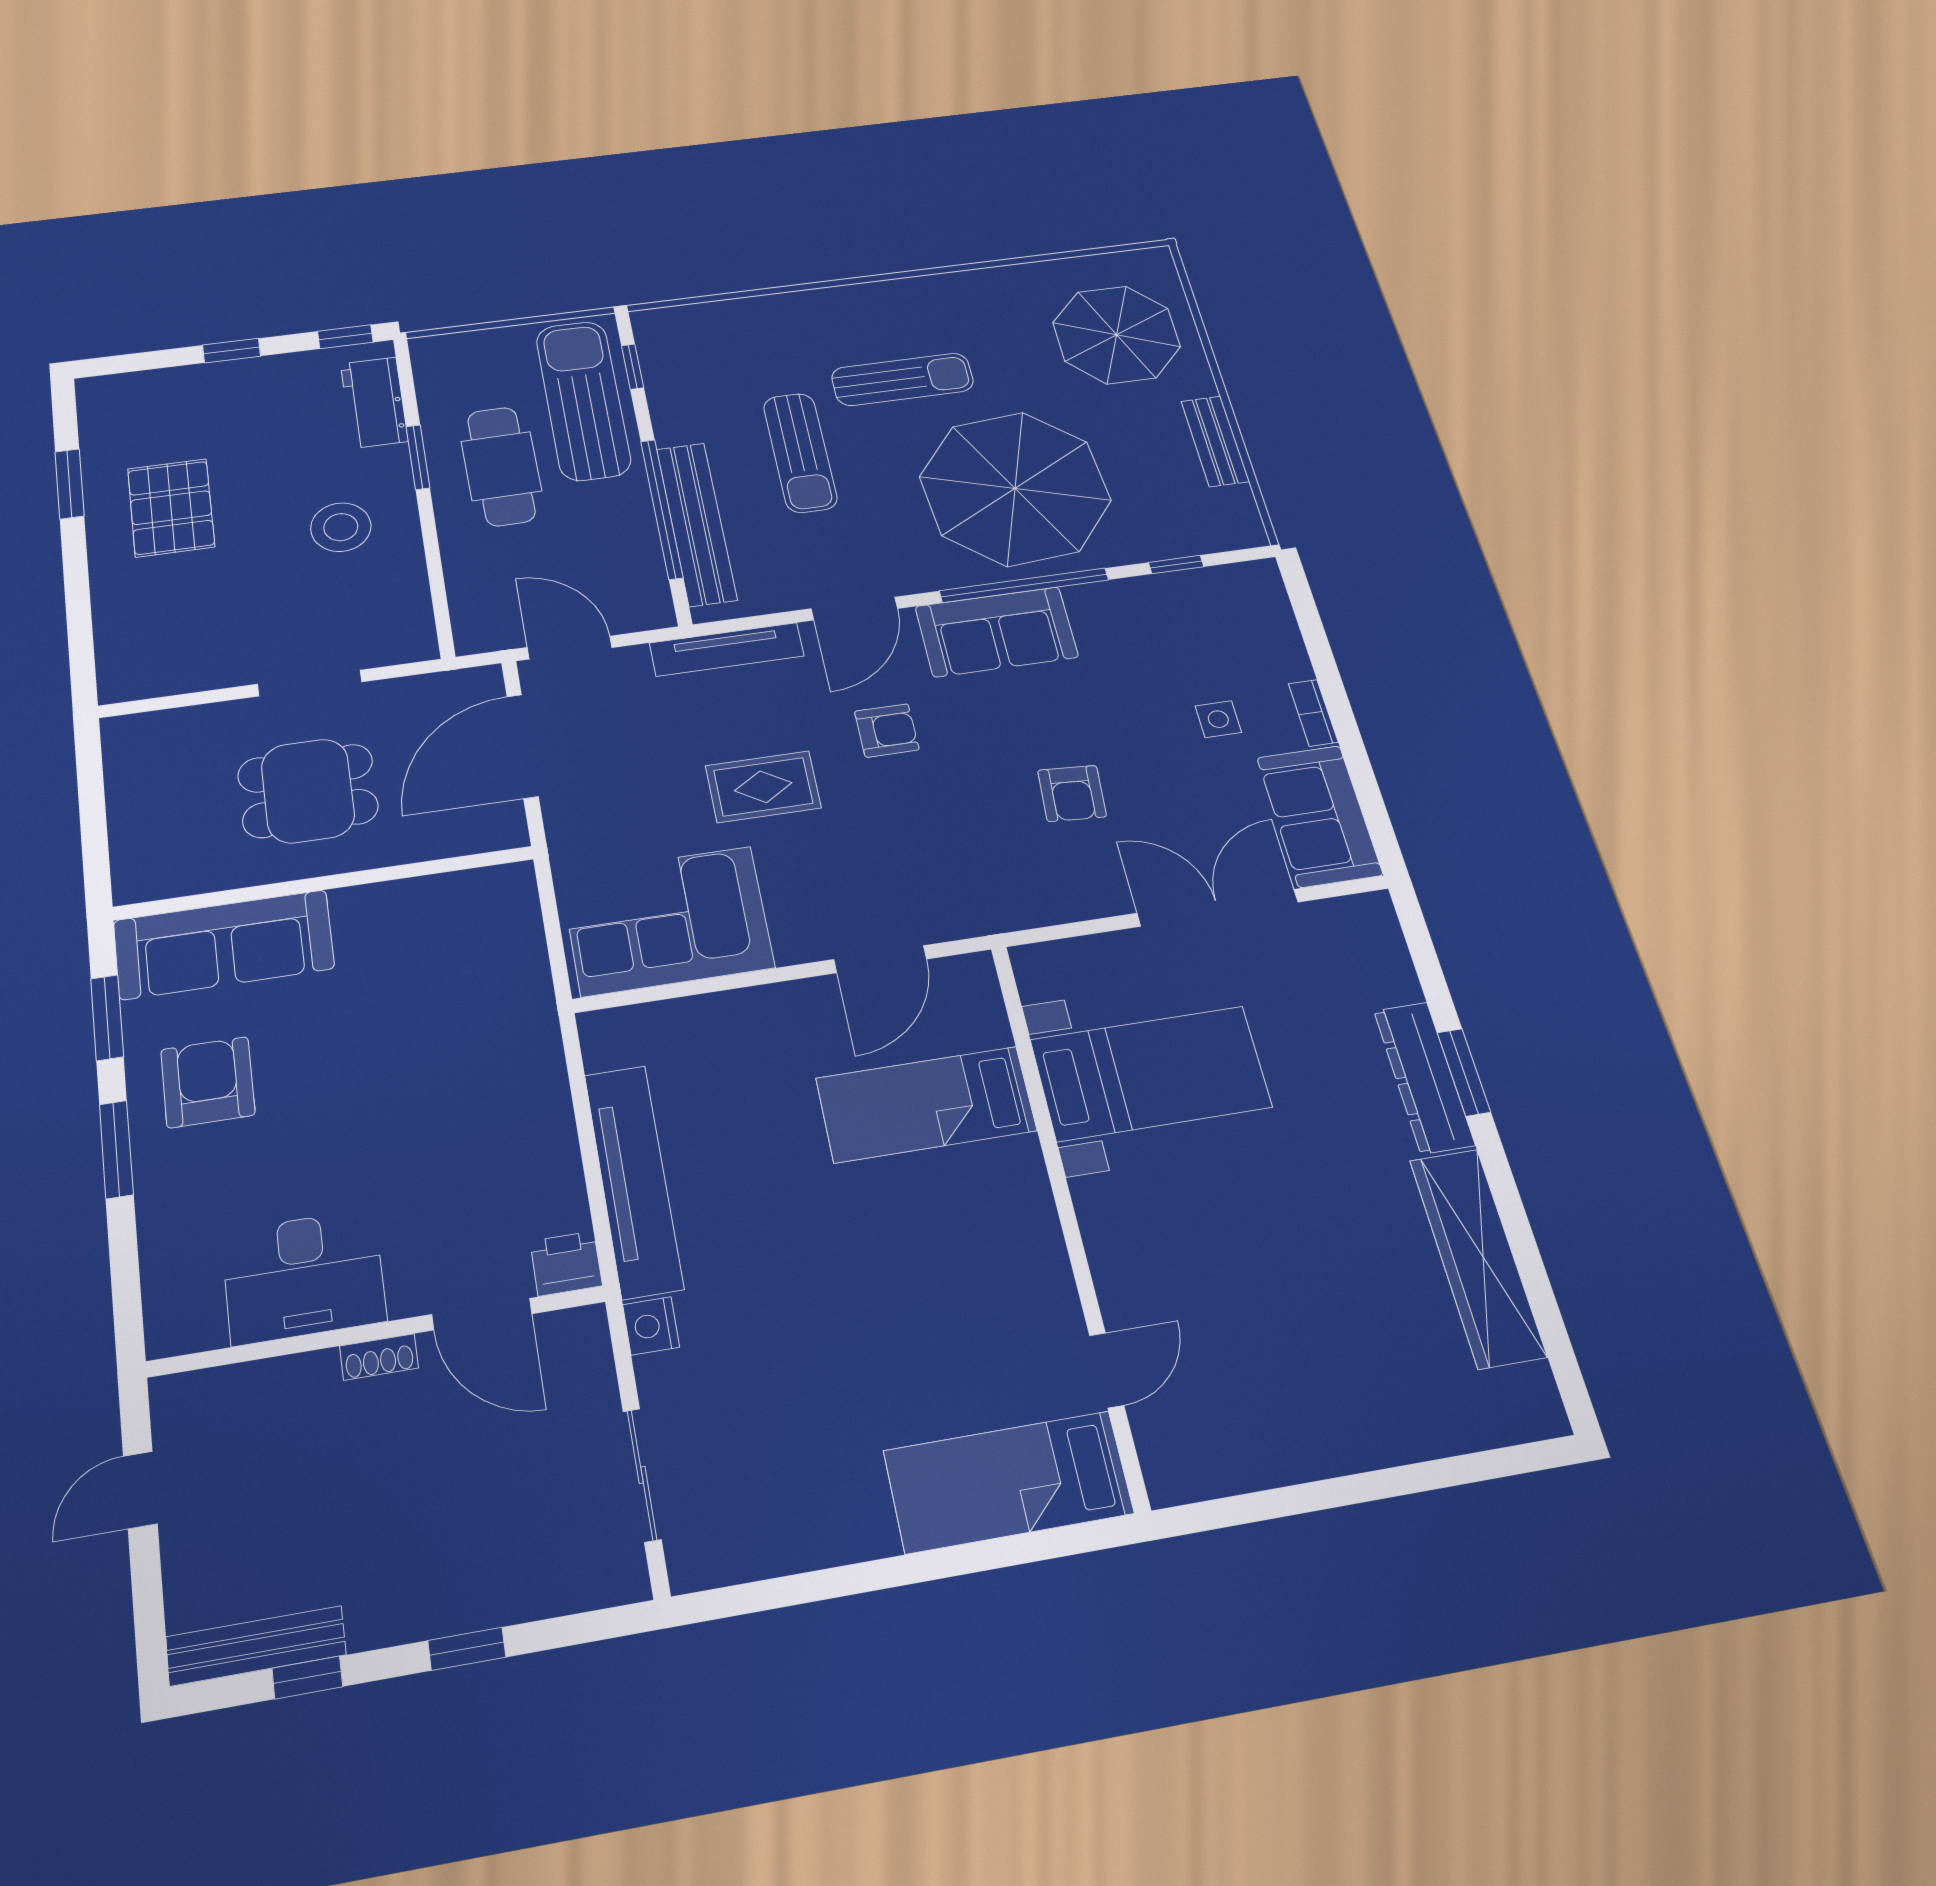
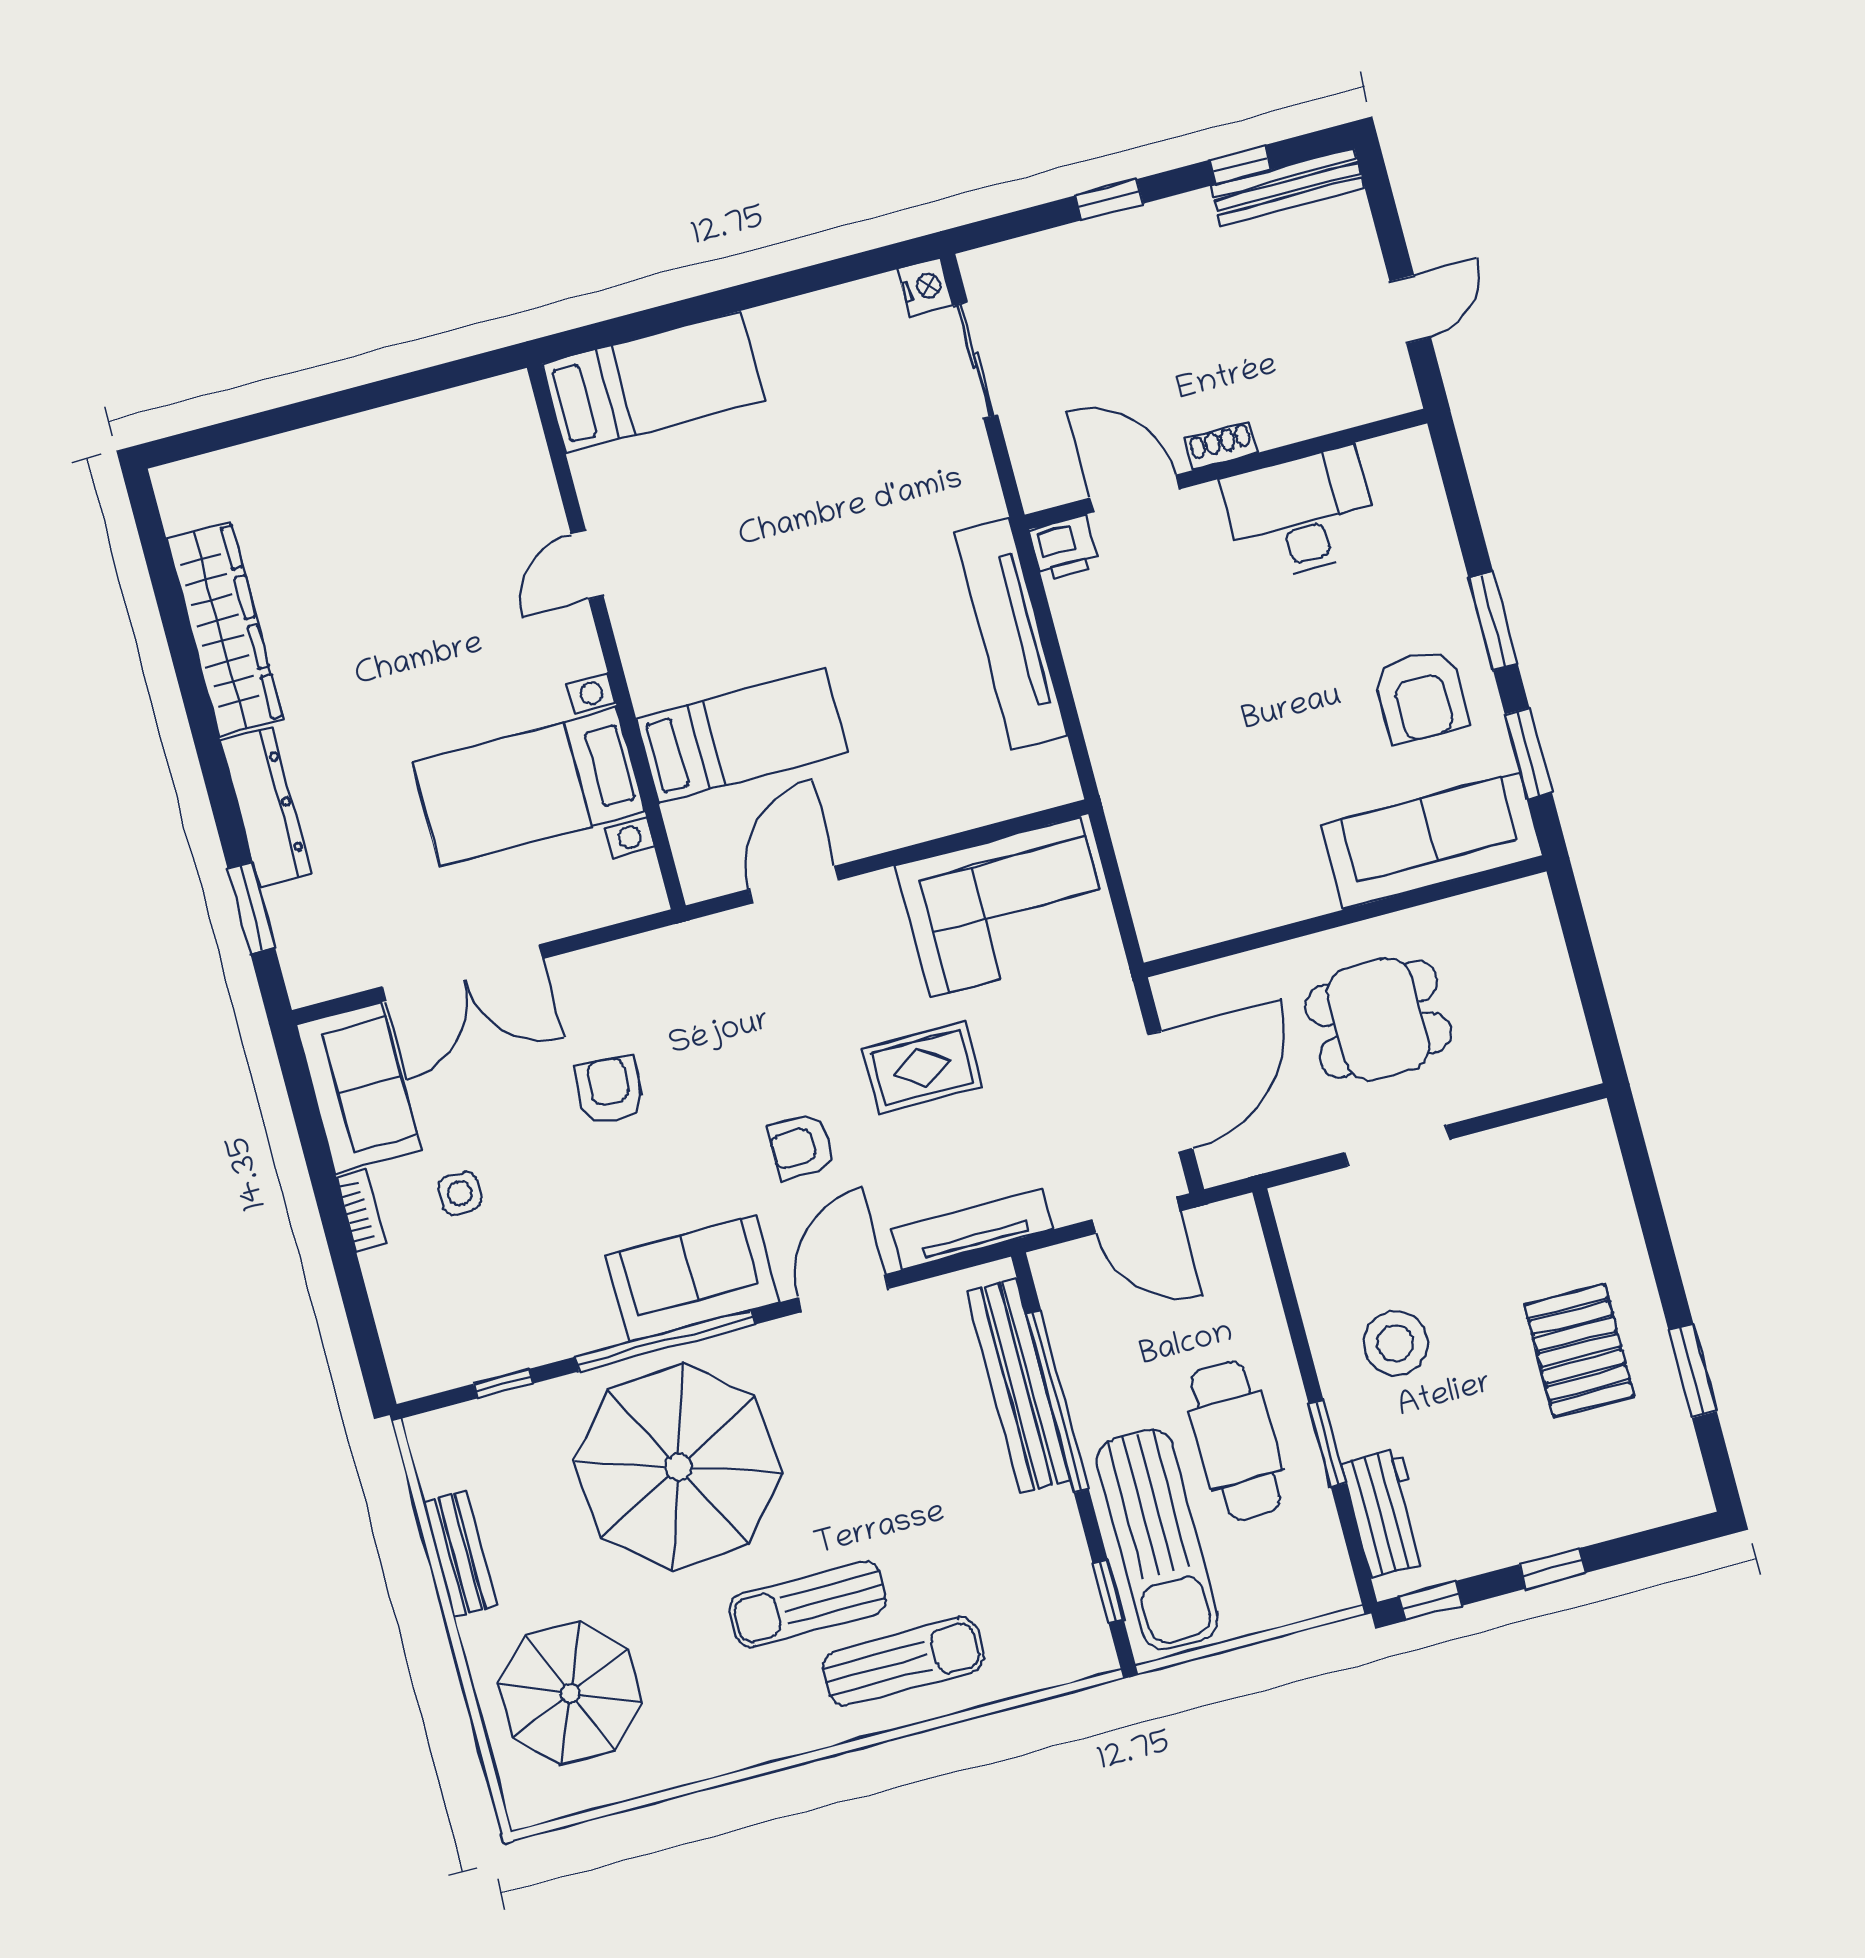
sun lounger: (800, 453) -> (903, 1662), moved, turned 90
window: (1464, 1072) -> (251, 908), moved
nightstand: (651, 1326) -> (925, 287), moved
door: (1107, 1370) -> (587, 565), moved

